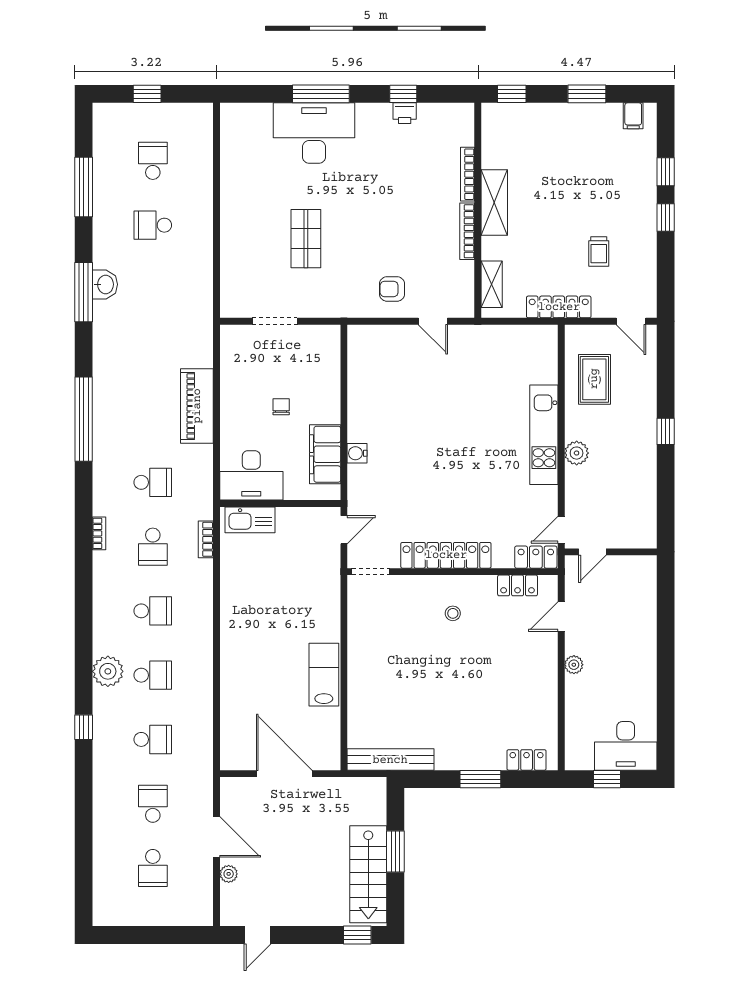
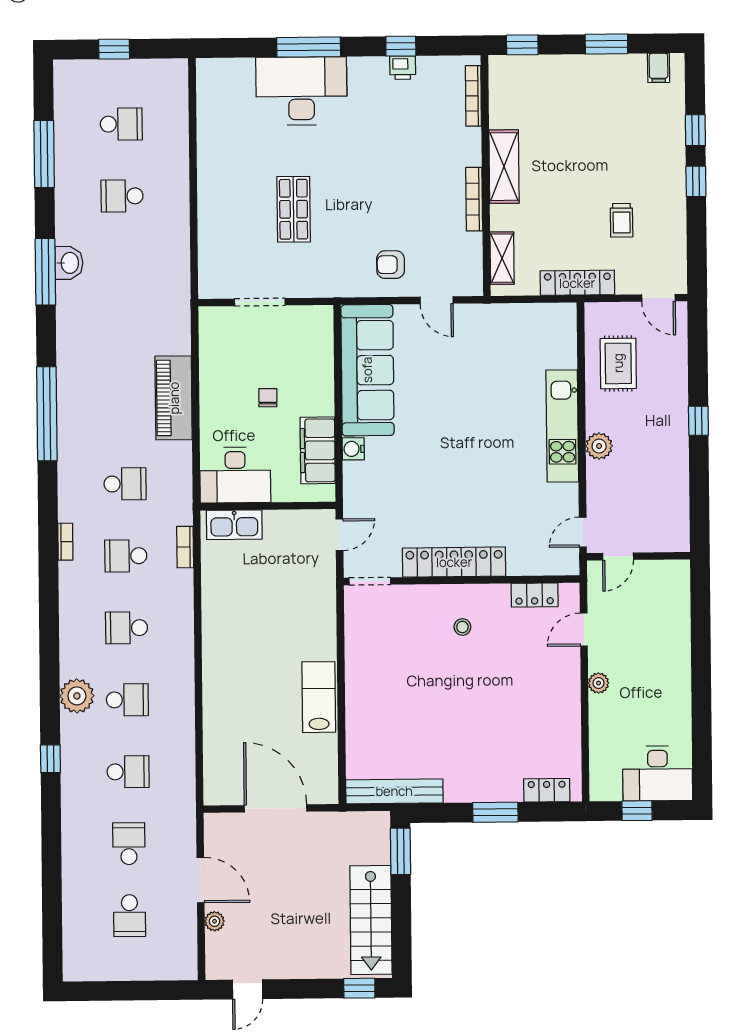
school desk: (153, 161) -> (121, 124), turned 90
bookcase: (468, 174) -> (473, 96), moved
sofa: (370, 383) -> (367, 370), added
school desk: (153, 547) -> (126, 556), turned 90
locker: (536, 557) -> (555, 563), removed
school desk: (153, 611) -> (127, 628), turned 180
window: (395, 851) -> (401, 851), moved

